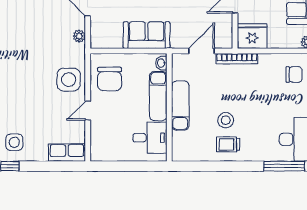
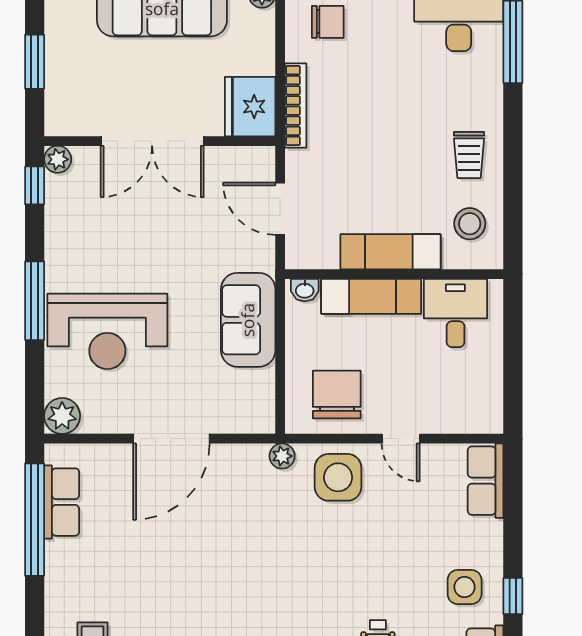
plant: (79, 36) -> (282, 456), moved
bookcase: (237, 59) -> (296, 106), moved
chair: (294, 75) -> (328, 22), turned 90
chair: (110, 79) -> (337, 395), turned -90
stool: (226, 120) -> (470, 224), moved

